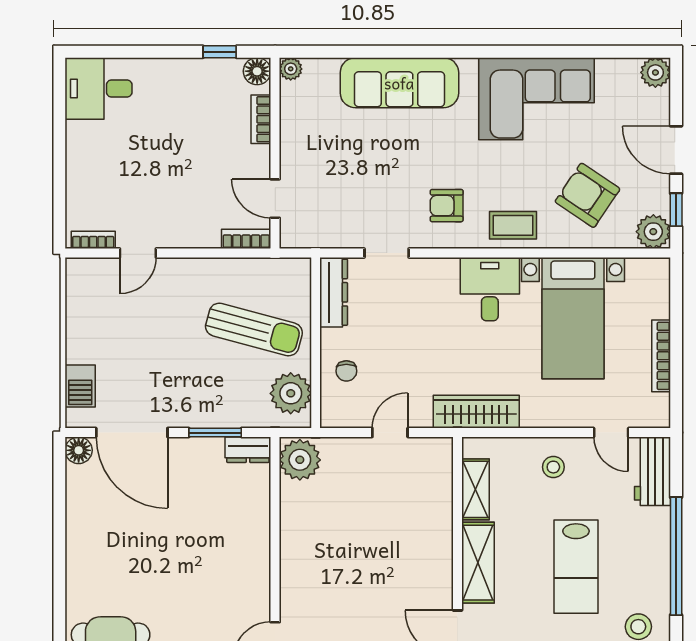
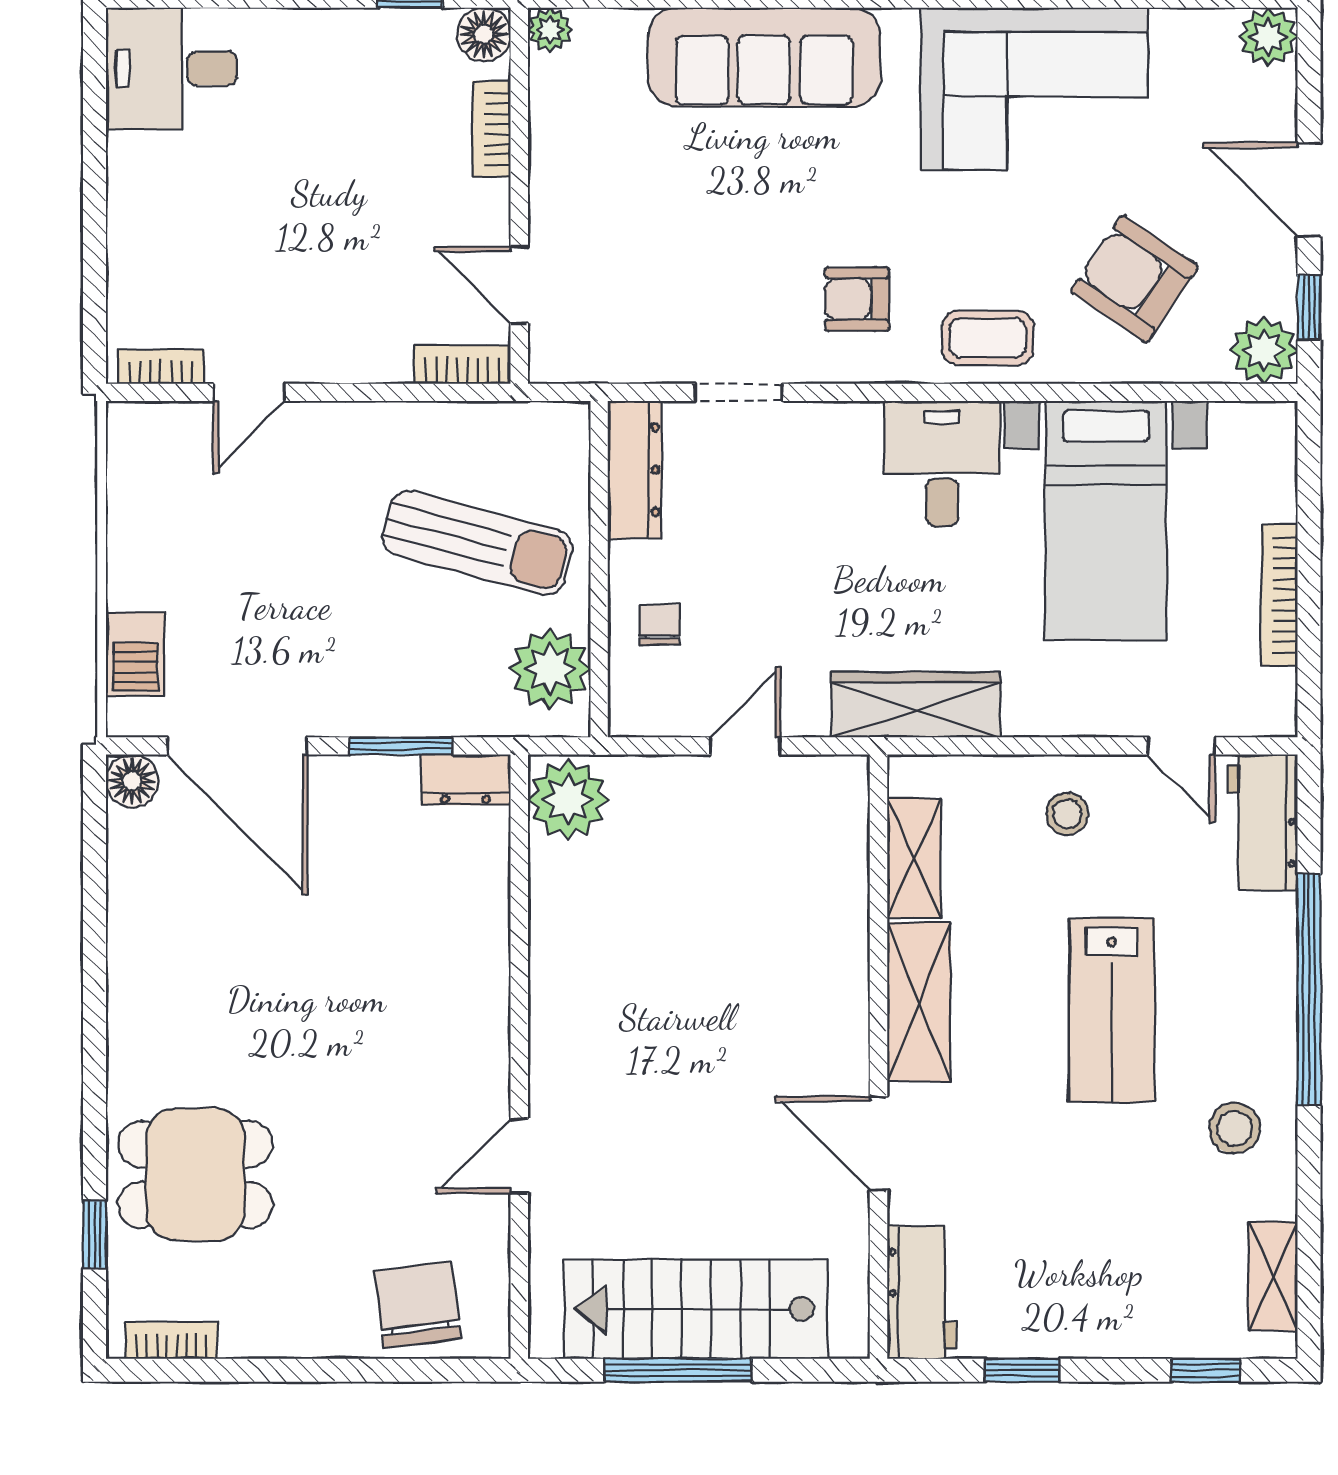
chair: (346, 371) -> (660, 625), turned 180

